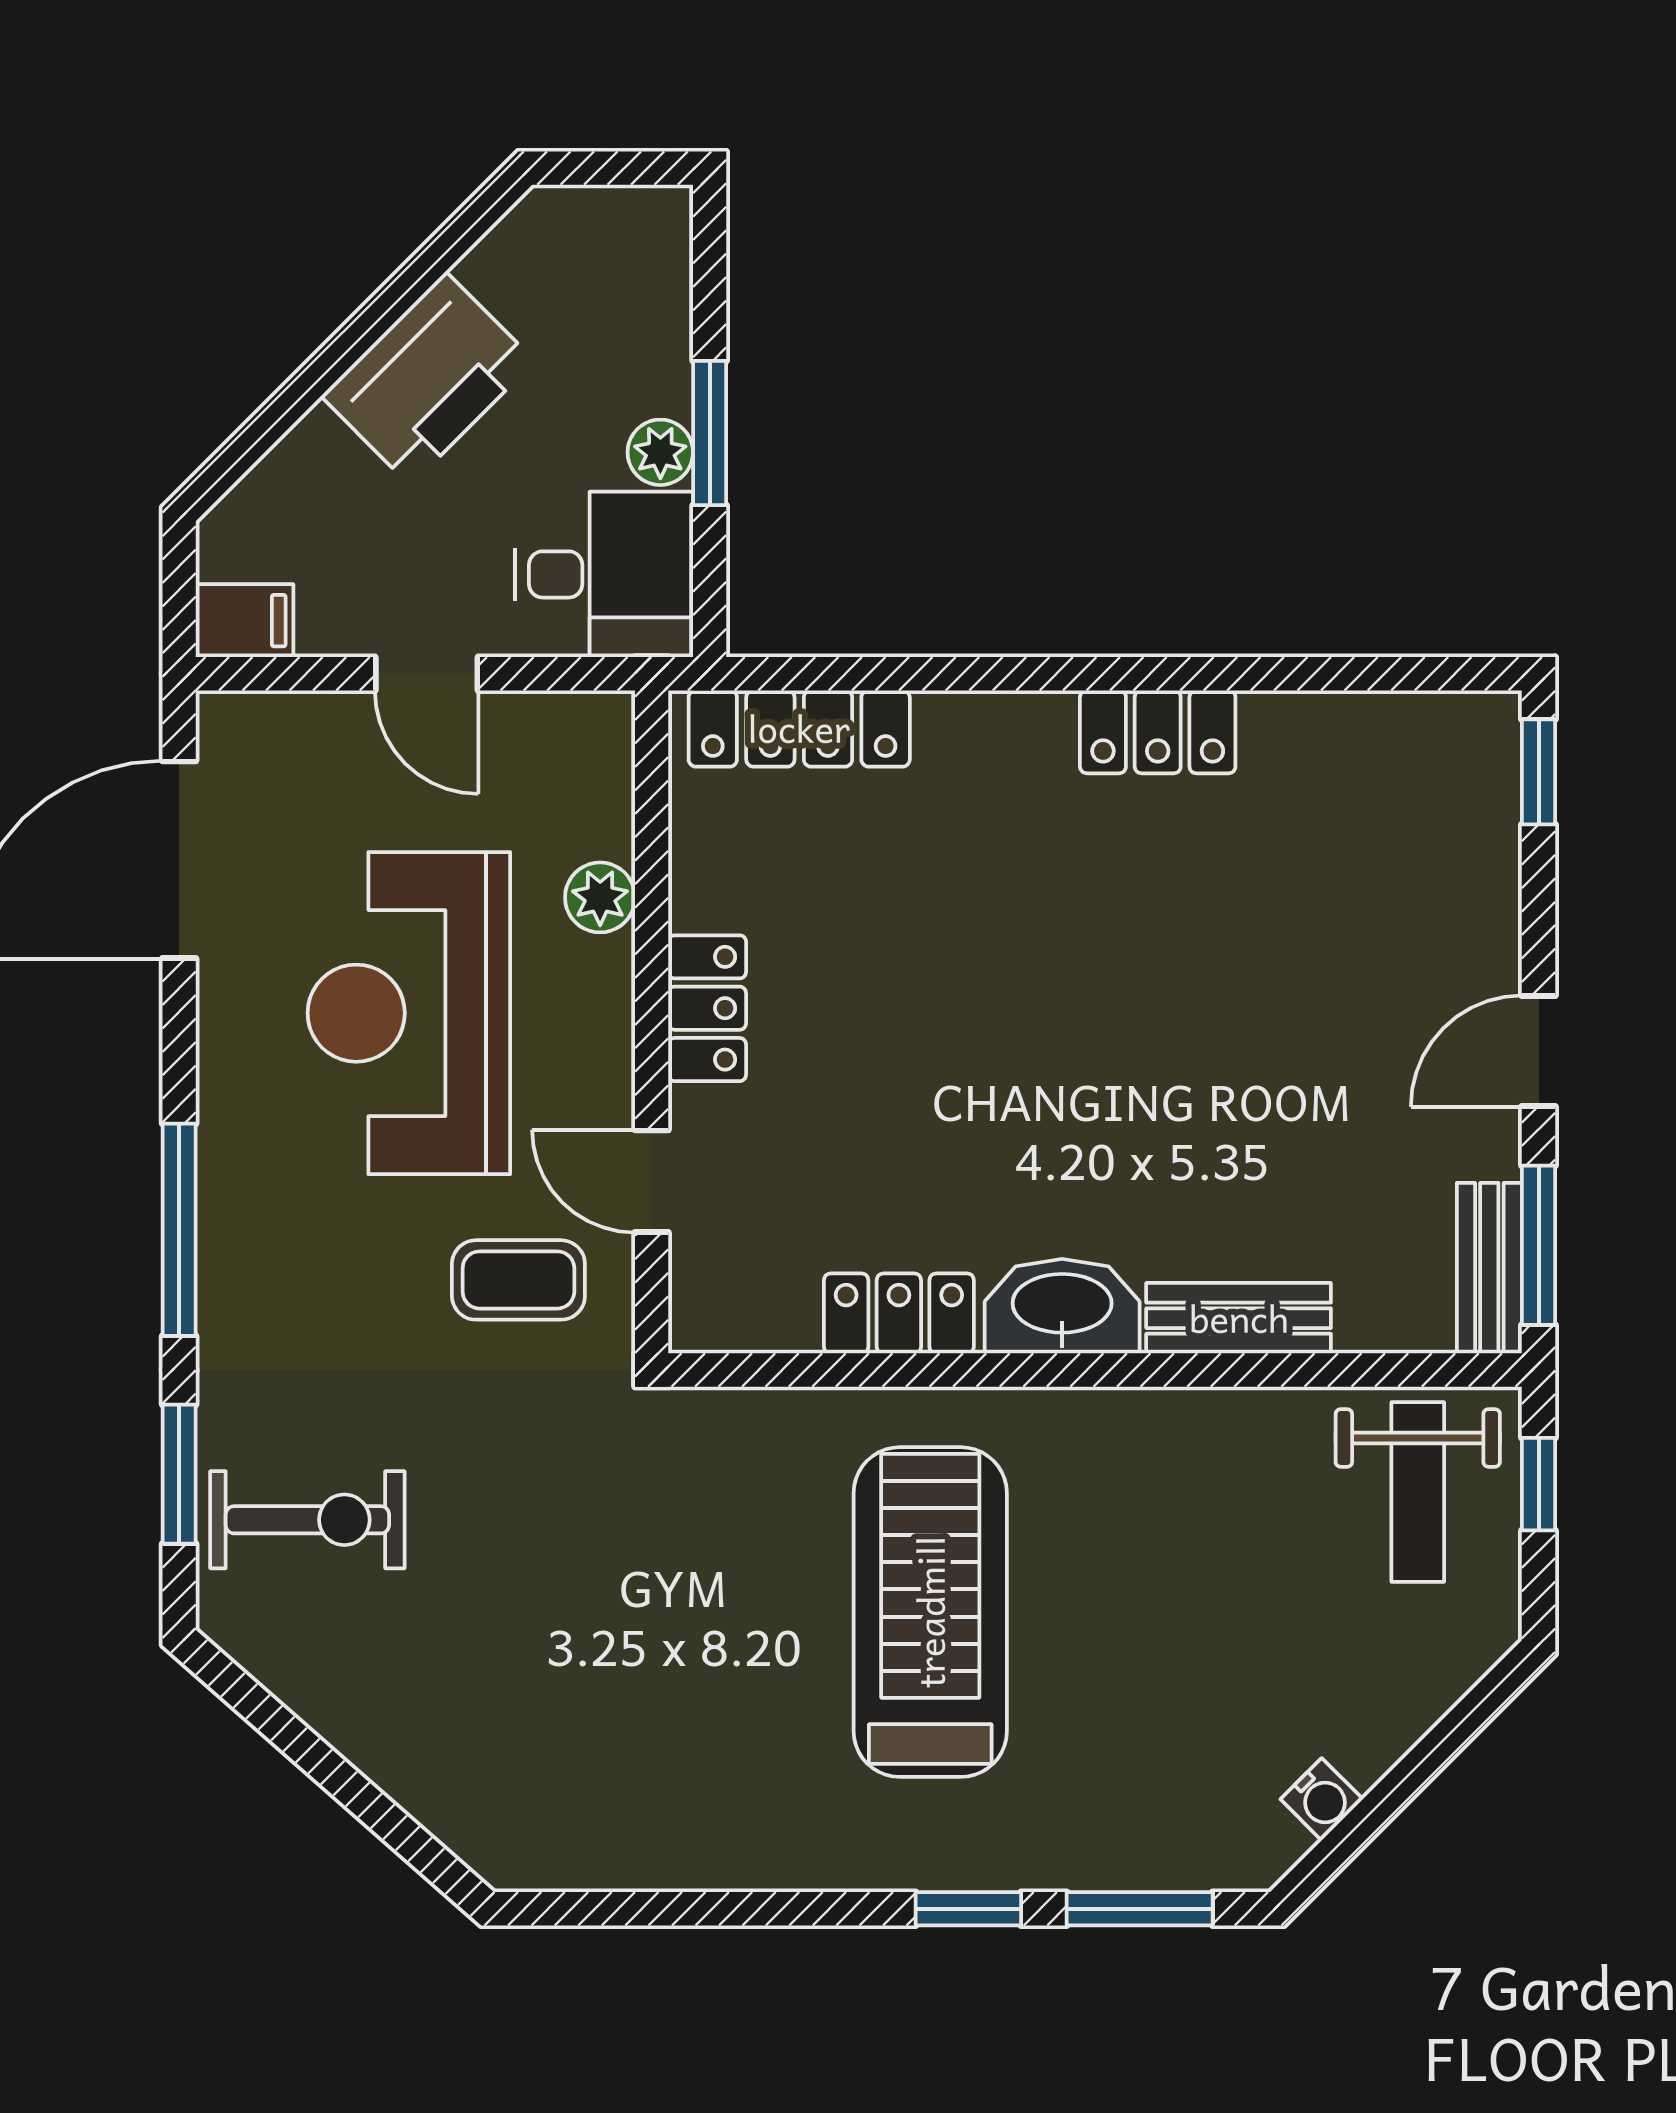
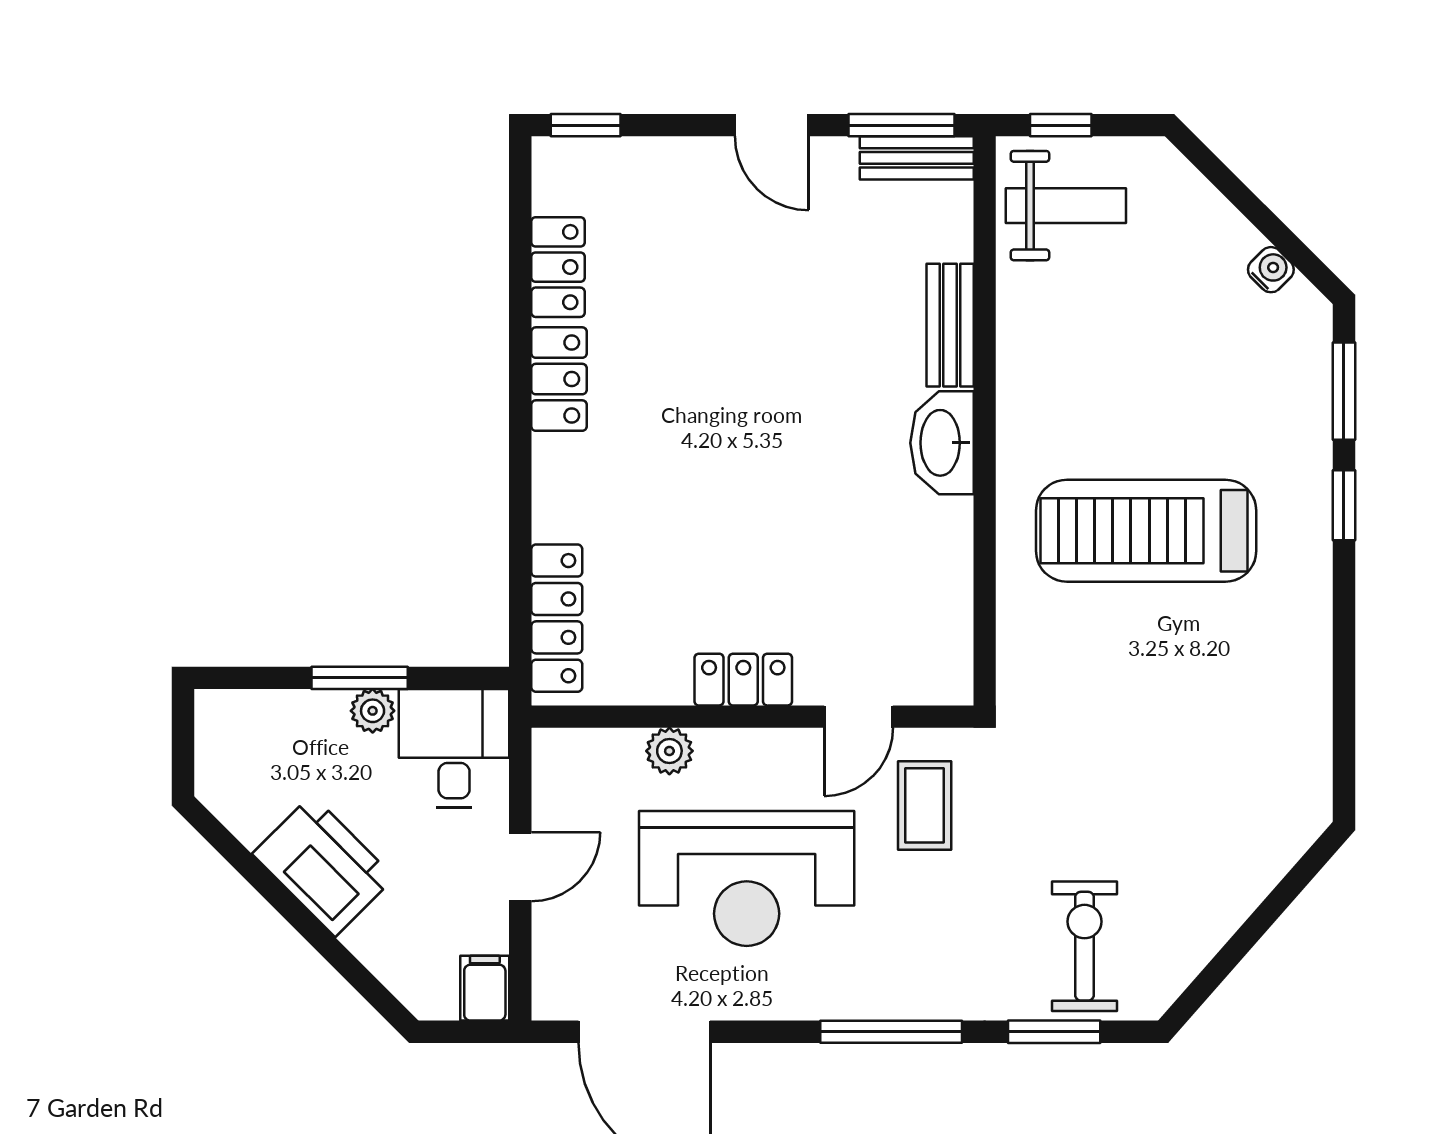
locker: (899, 1313) -> (558, 267), moved, turned 180

